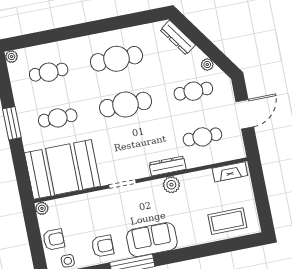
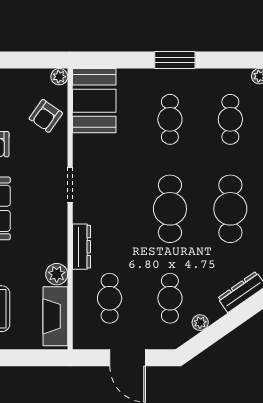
booth: (62, 169) -> (94, 101), width x0.73, depth x0.70
fireplace: (230, 172) -> (55, 316), width x1.37, depth x1.32
plant: (171, 185) -> (57, 274), moved
armchair: (54, 239) -> (46, 116), moved, turned 35

